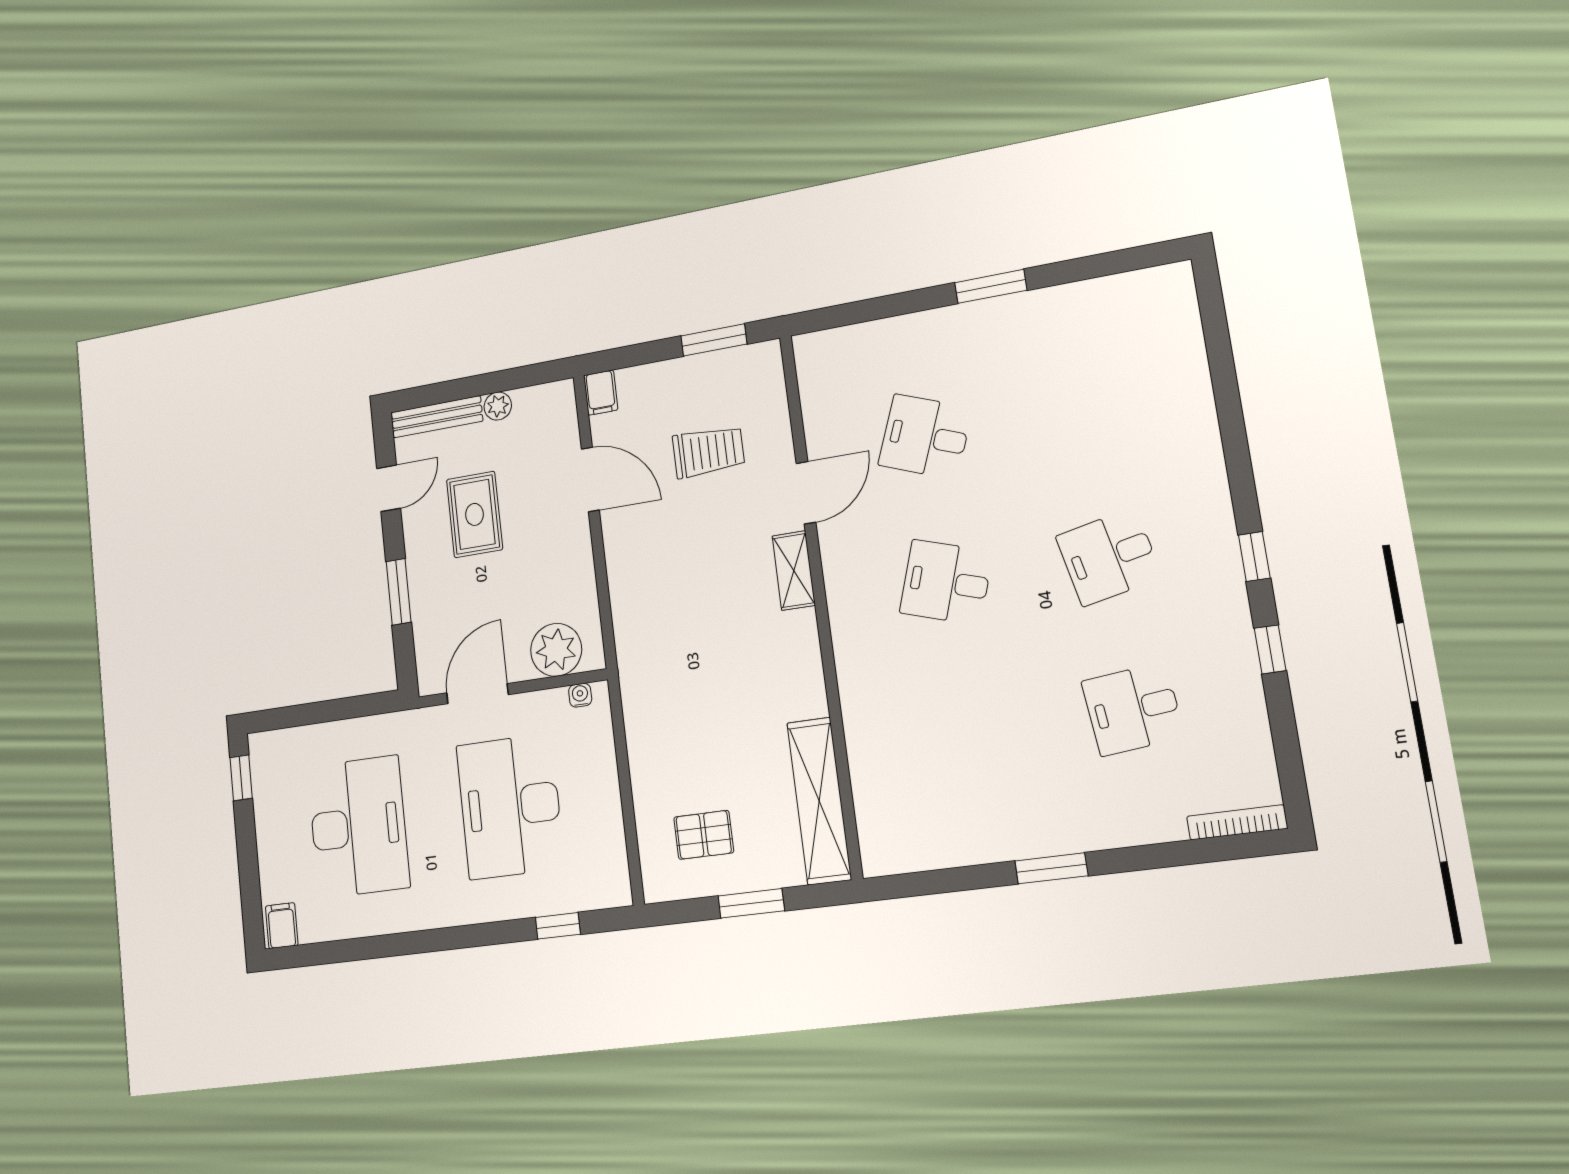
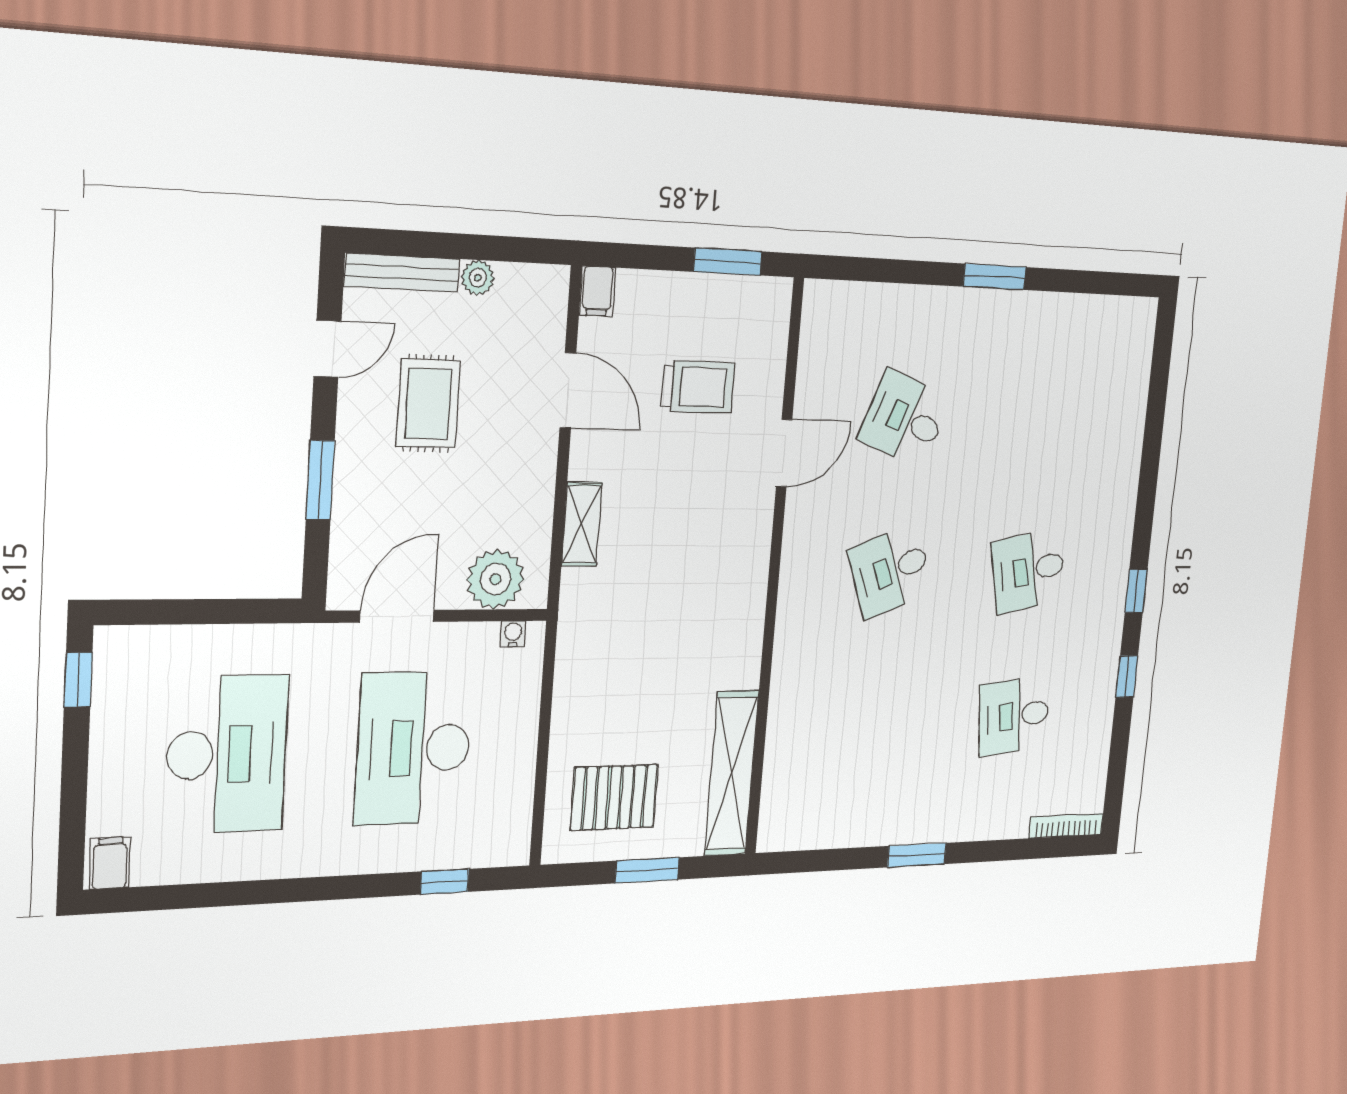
shelving: (794, 571) -> (582, 524), moved
desk: (946, 582) -> (890, 571), turned -39
pallet: (704, 835) -> (614, 797), width x1.50, depth x1.42

